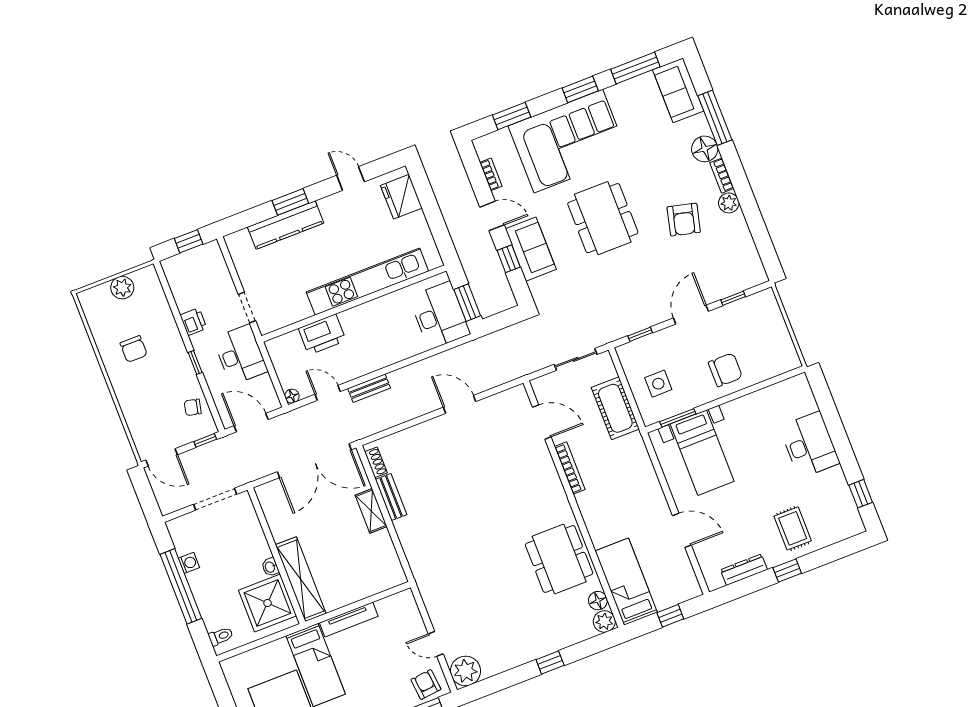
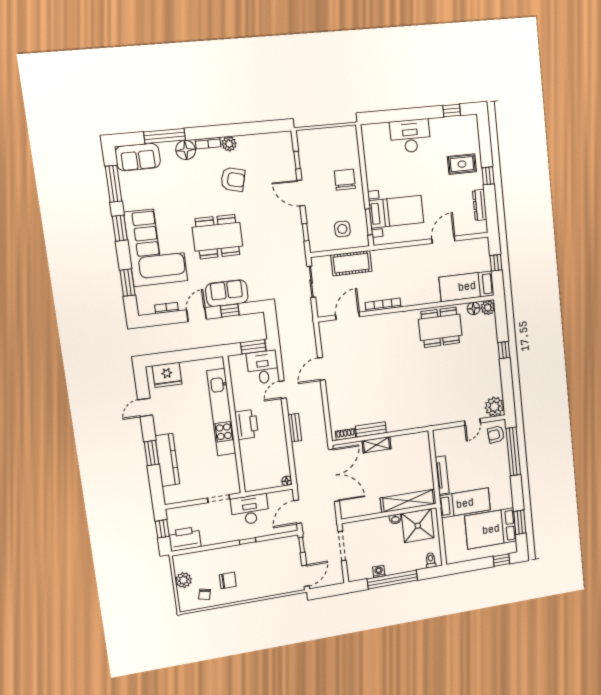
desk: (440, 315) -> (263, 367), width x0.73
printer: (193, 322) -> (185, 539), moved, width x1.87, depth x1.48
printer: (322, 334) -> (247, 424), moved
door: (328, 393) -> (283, 390), moved
chair: (193, 407) -> (205, 594), moved

